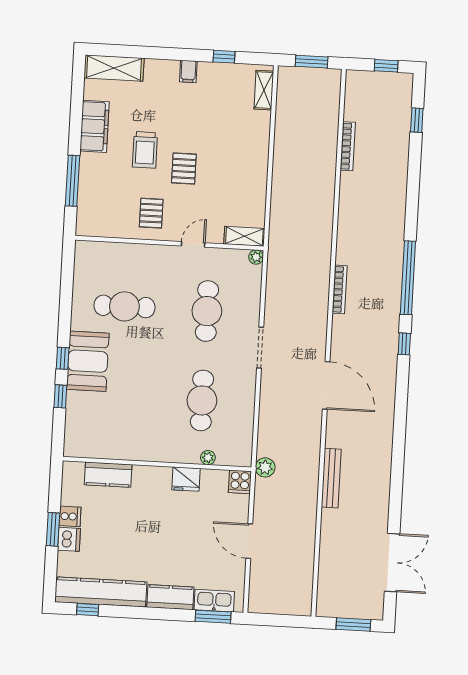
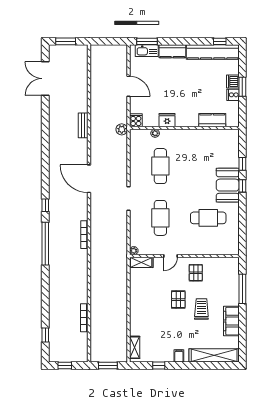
shelving: (114, 68) -> (214, 355), width x1.47
bench: (331, 478) -> (83, 125), width x0.73

